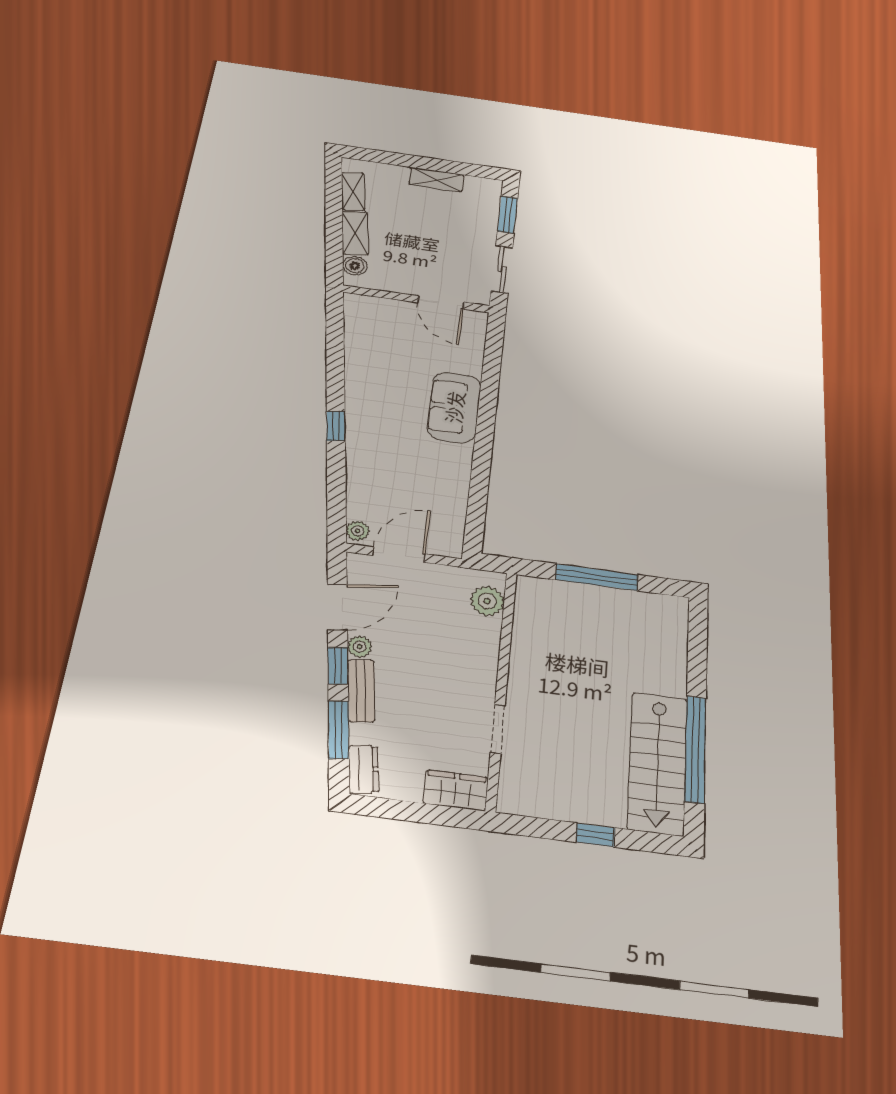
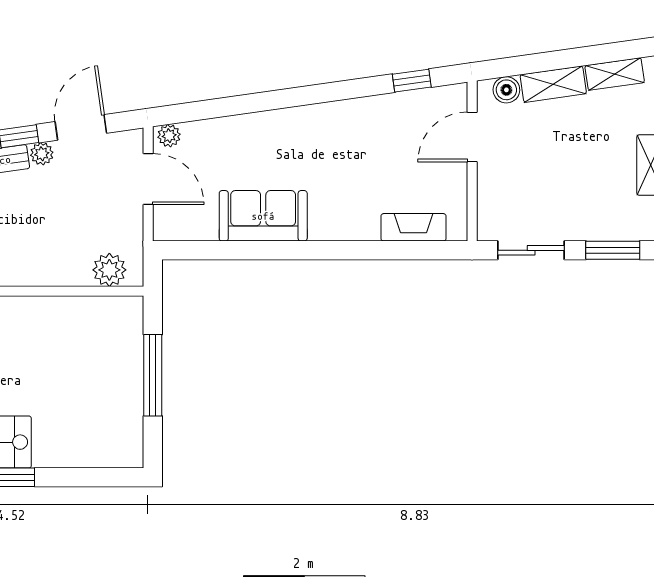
door: (441, 302) -> (472, 137), moved
fireplace: (472, 350) -> (414, 227), added
sofa: (454, 407) -> (263, 216), moved
window: (336, 426) -> (412, 81), moved
door: (337, 607) -> (81, 127), swing flipped

